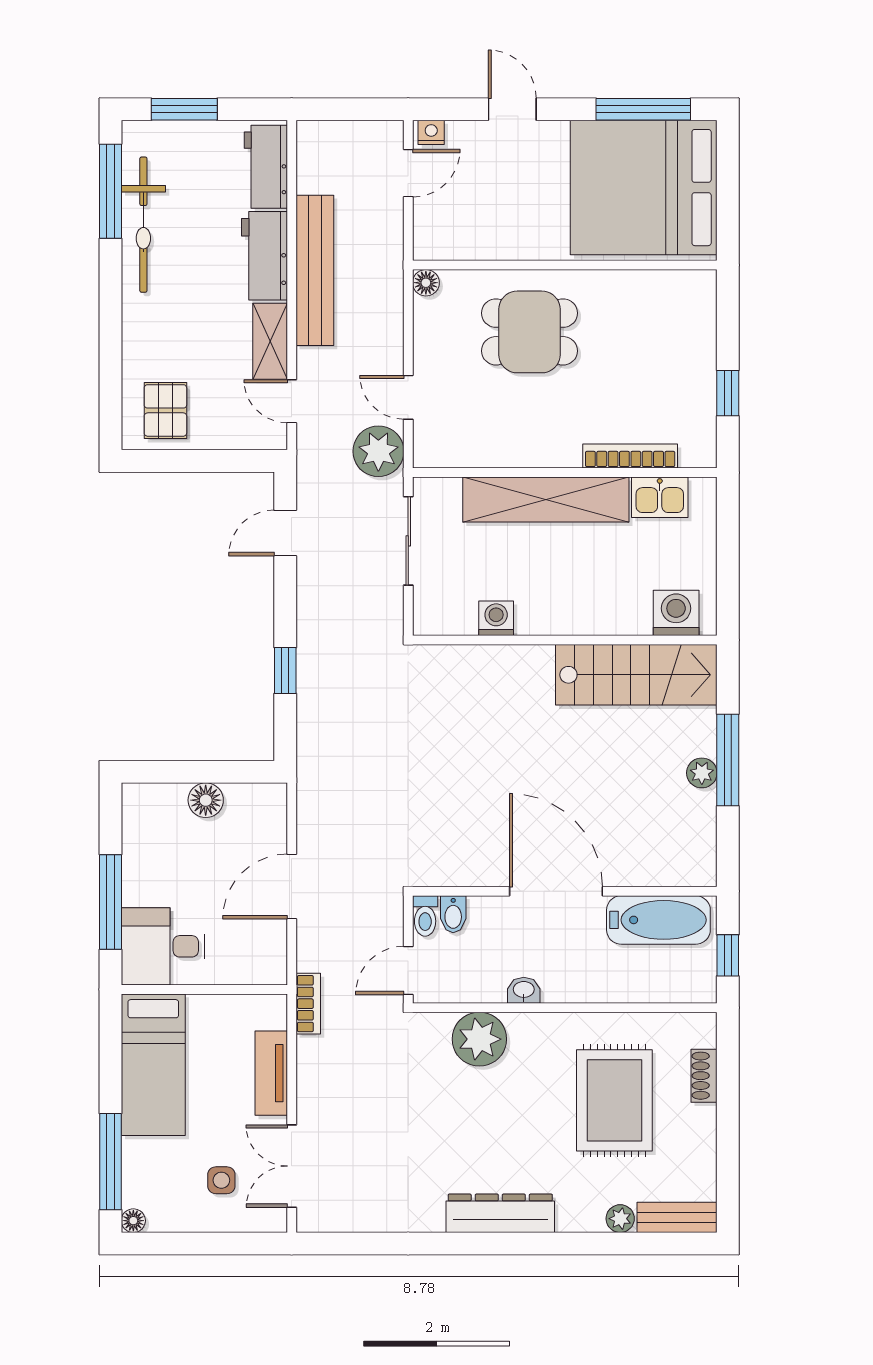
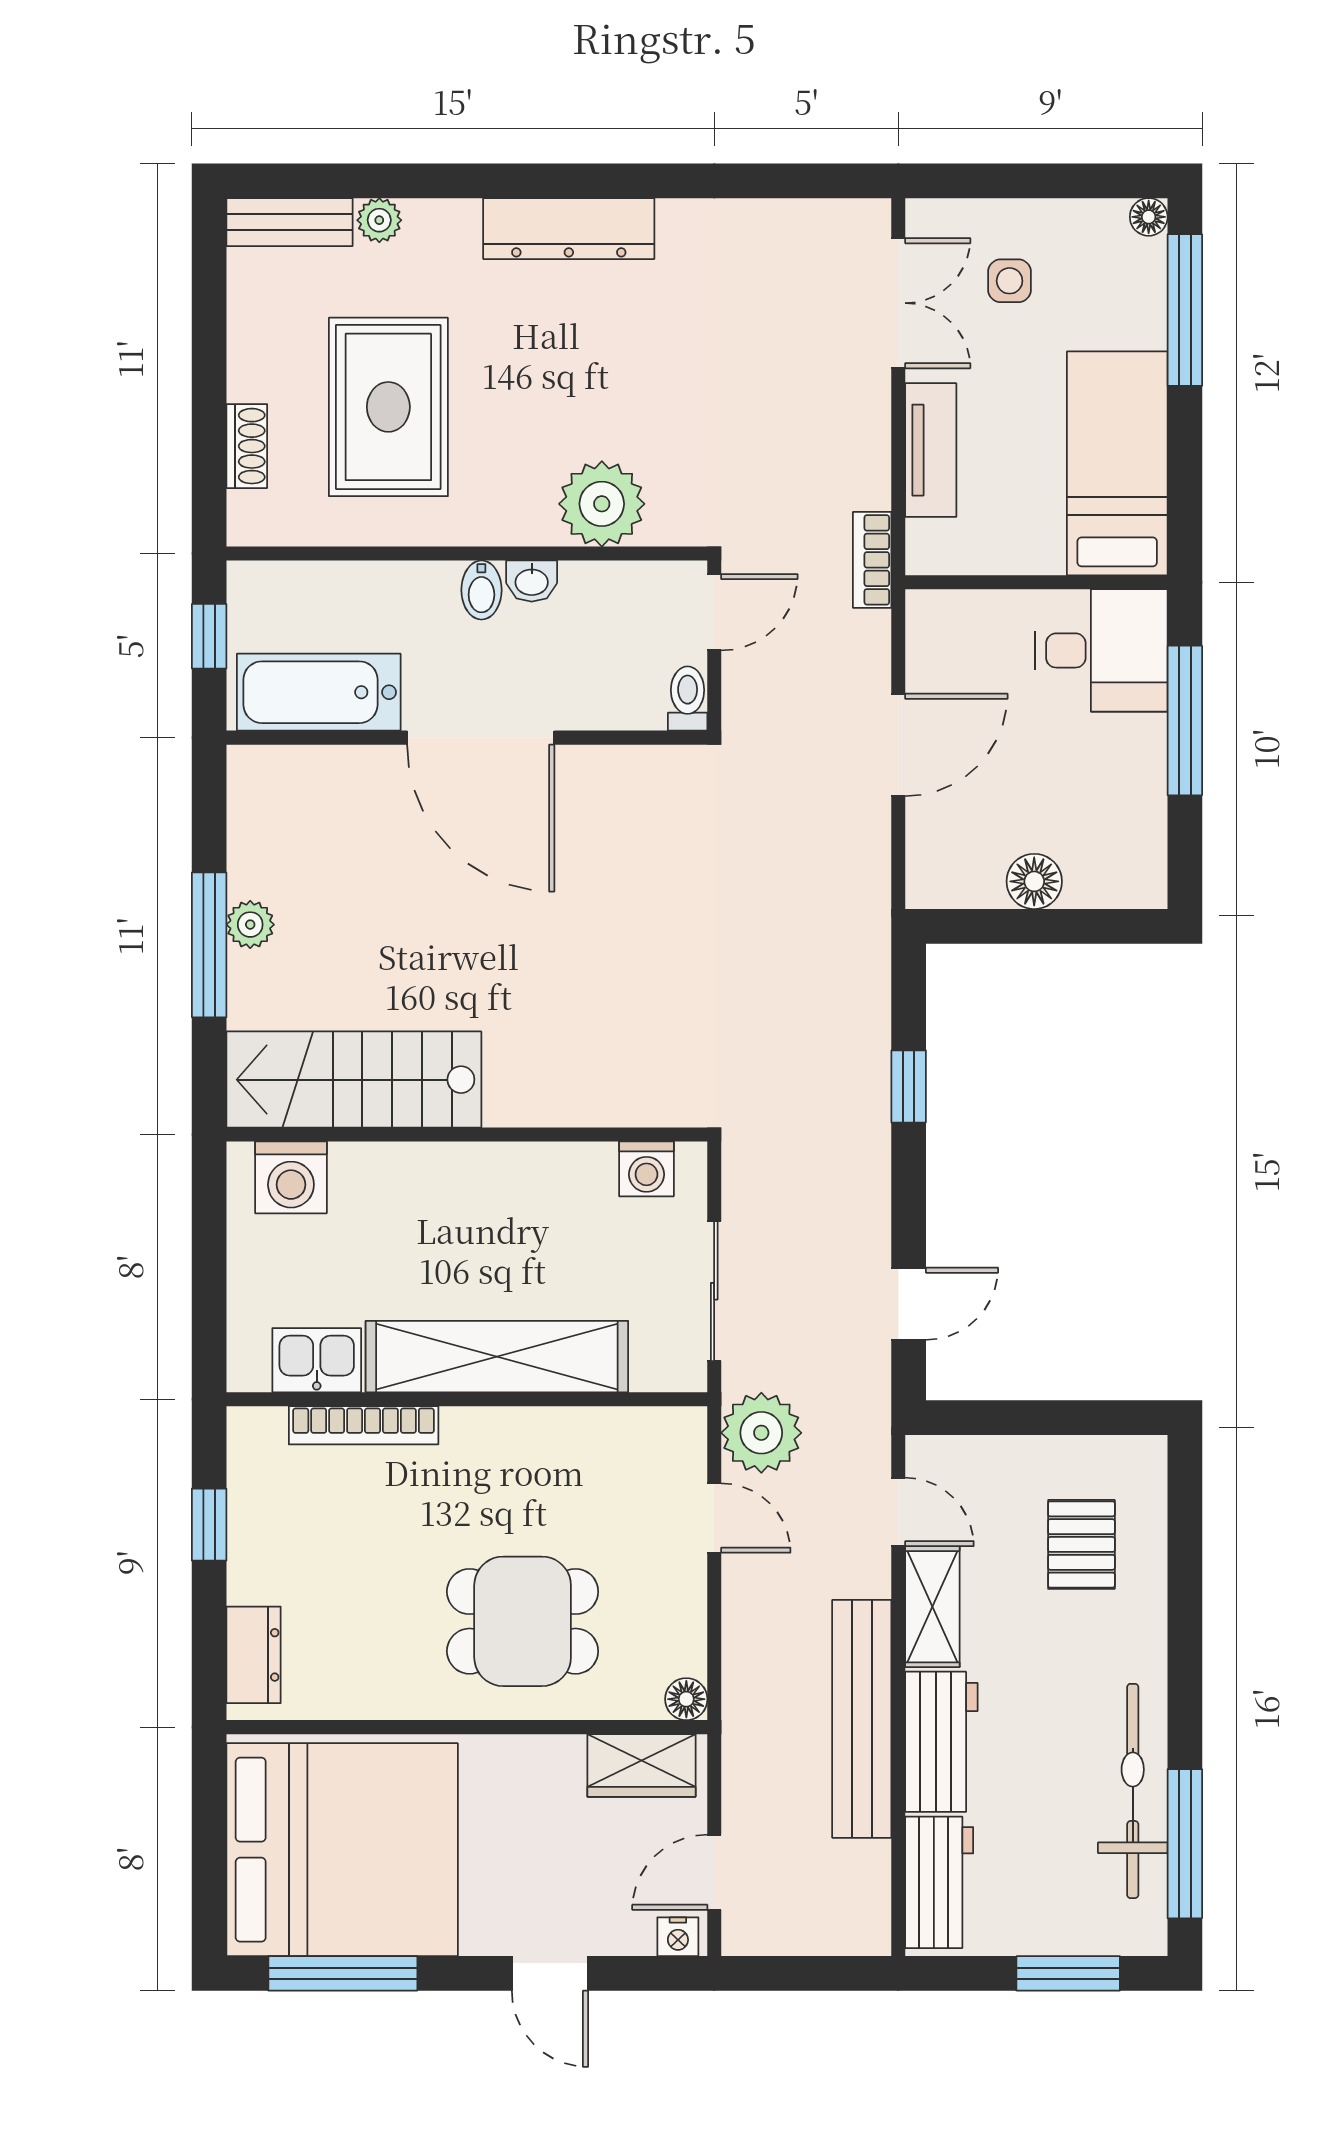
wardrobe: (454, 241) -> (641, 1765), added
dresser: (700, 311) -> (254, 1655), added
pallet: (165, 410) -> (1081, 1544), moved
washing machine: (496, 618) -> (646, 1169), moved
bidet: (453, 914) -> (481, 590), moved, turned 180

